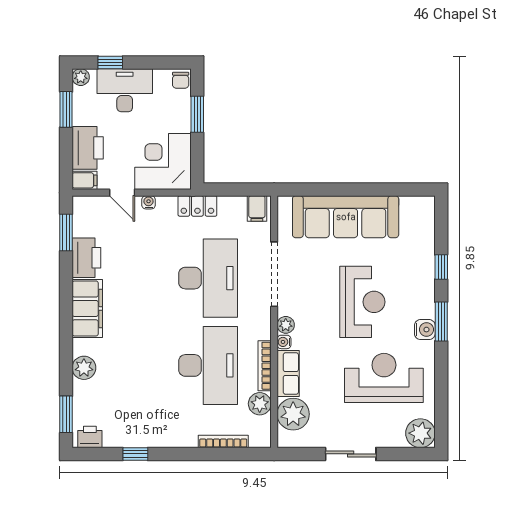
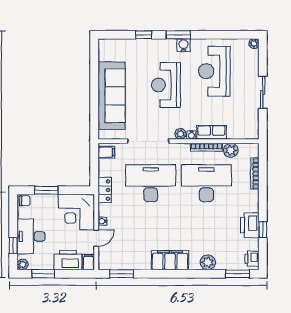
printer: (86, 258) -> (250, 225), moved, turned -90
reception desk: (362, 302) -> (166, 85), turned -90
plant: (293, 414) -> (237, 129), removed
plant: (420, 433) -> (254, 44), width x0.53, depth x0.53

